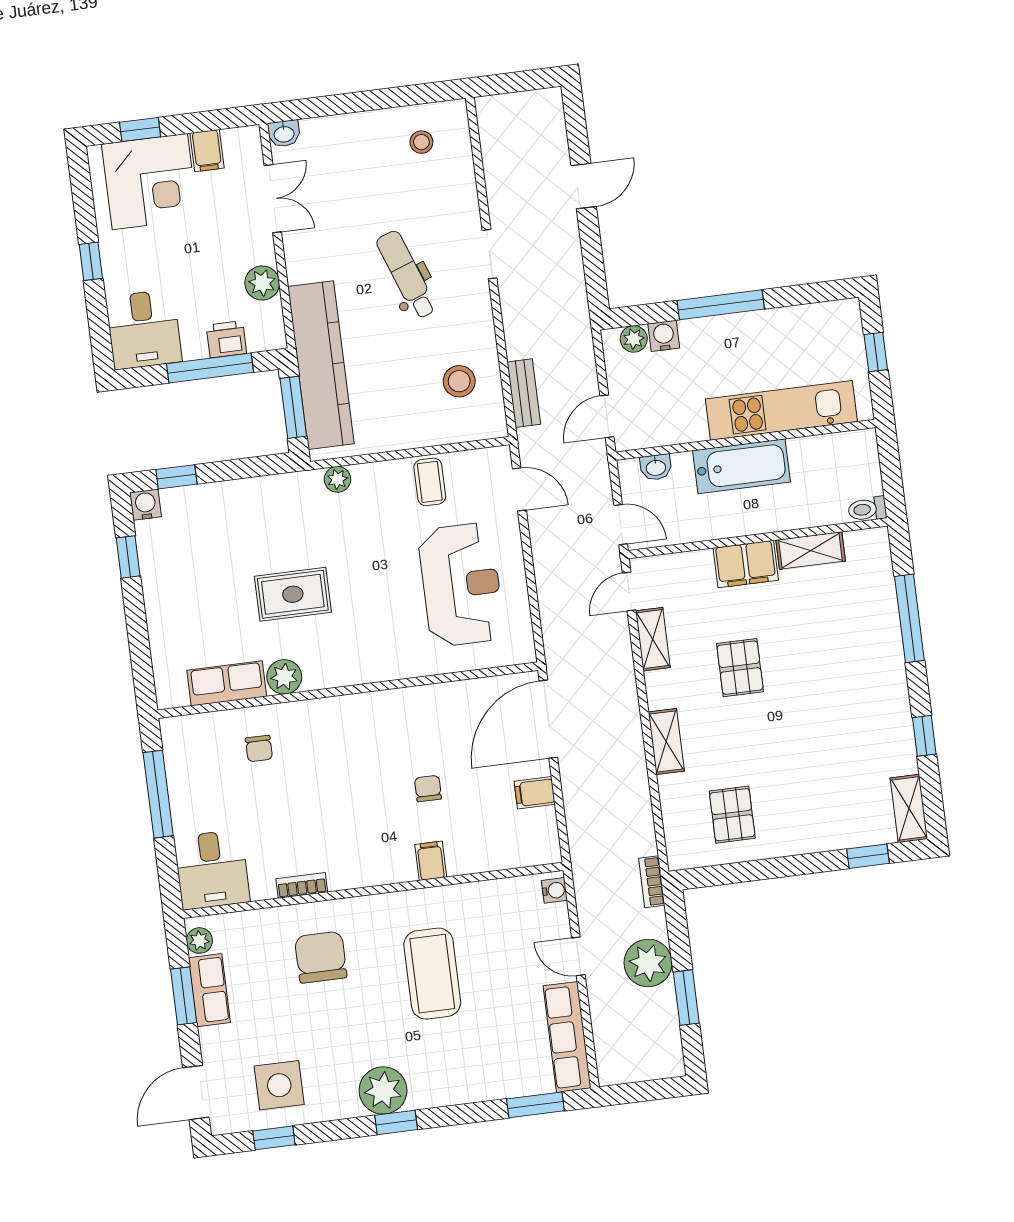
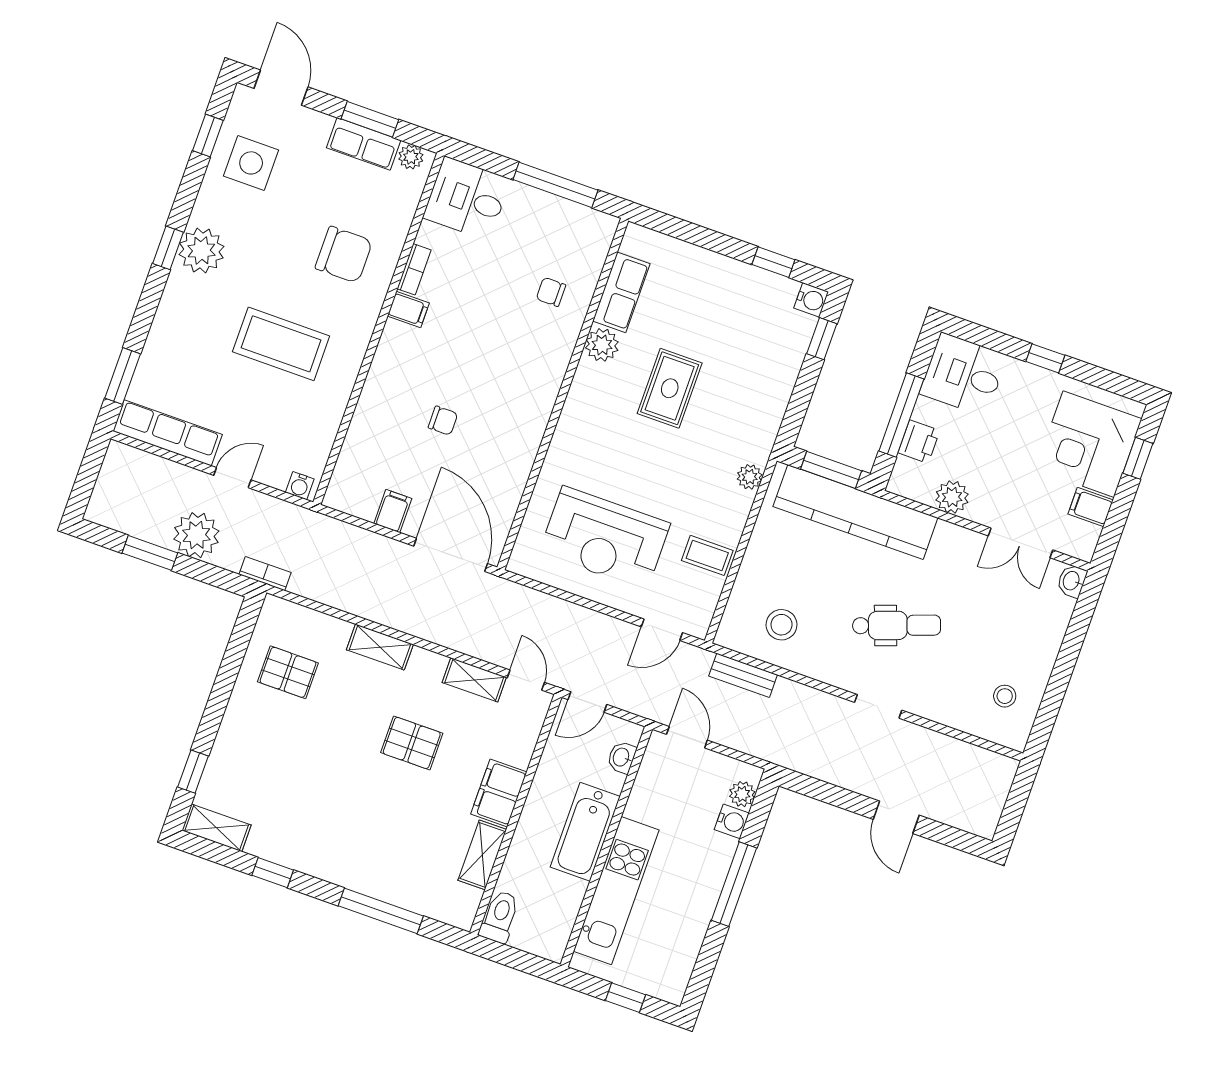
toilet: (867, 509) -> (500, 917), width x1.37, depth x1.39
filing cabinet: (431, 861) -> (408, 310), moved

